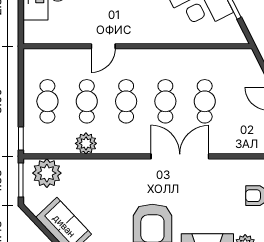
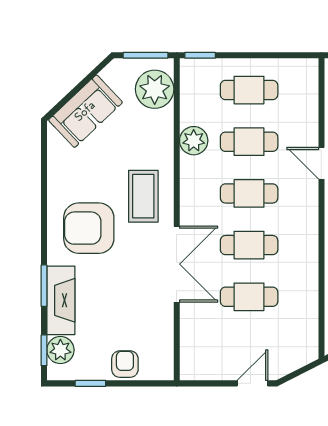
coffee table: (128, 182) -> (143, 196), added

